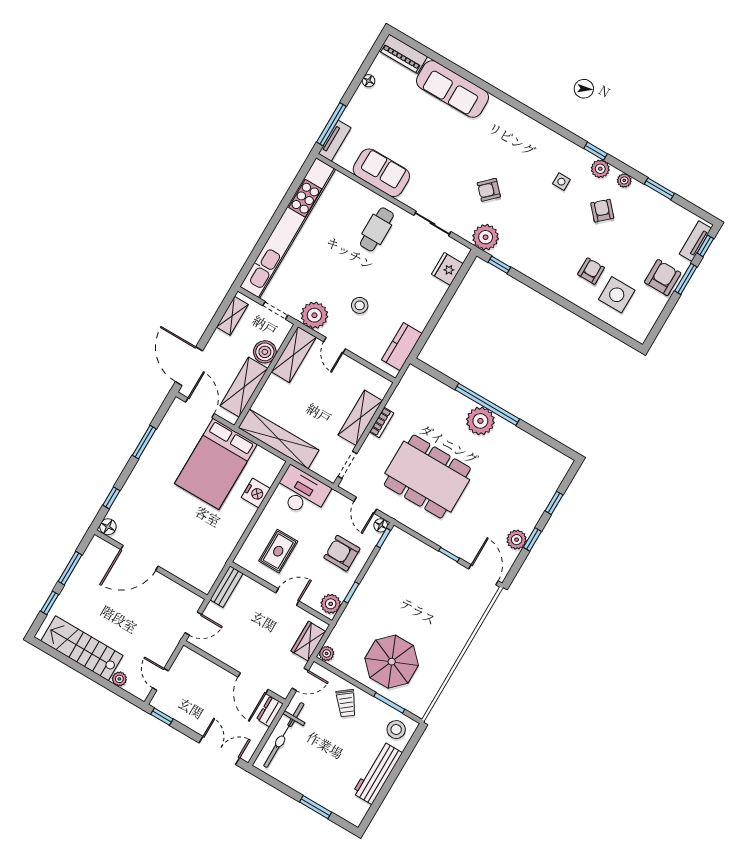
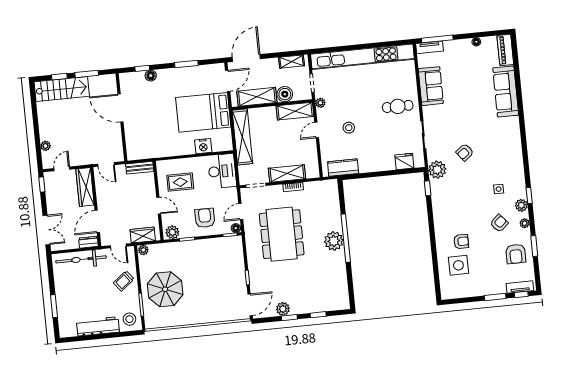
armchair: (489, 190) -> (465, 152), turned -84
armchair: (663, 278) -> (516, 254), moved, turned 90
plant: (314, 315) -> (320, 103), width x0.53, depth x0.53
floor lamp: (108, 527) -> (151, 76), moved
stairs: (82, 648) -> (62, 89), moved, turned 90
wardrobe: (202, 668) -> (85, 187), added

